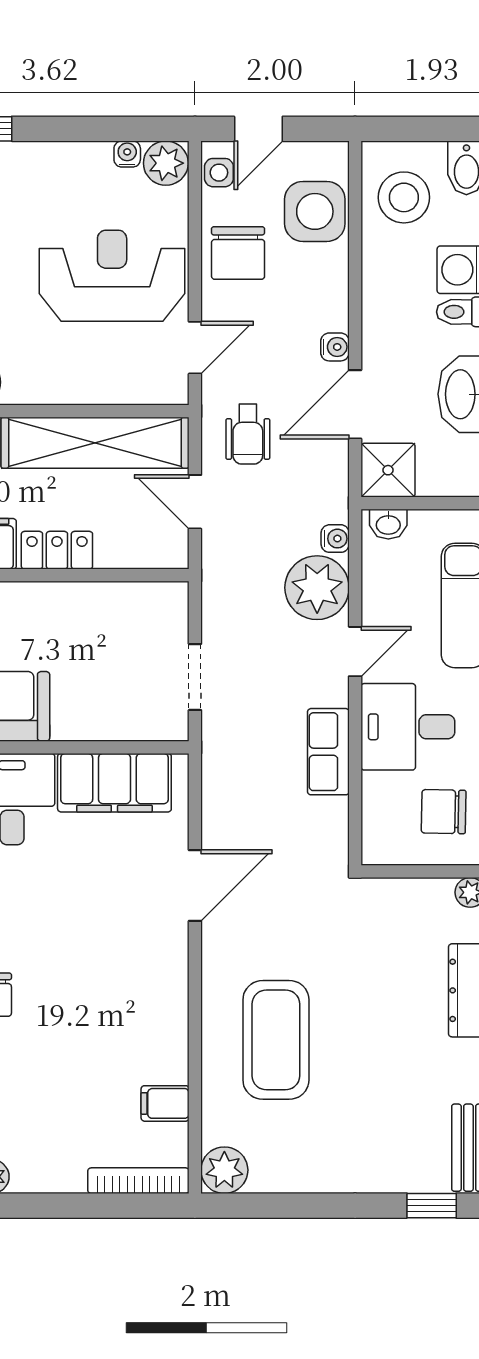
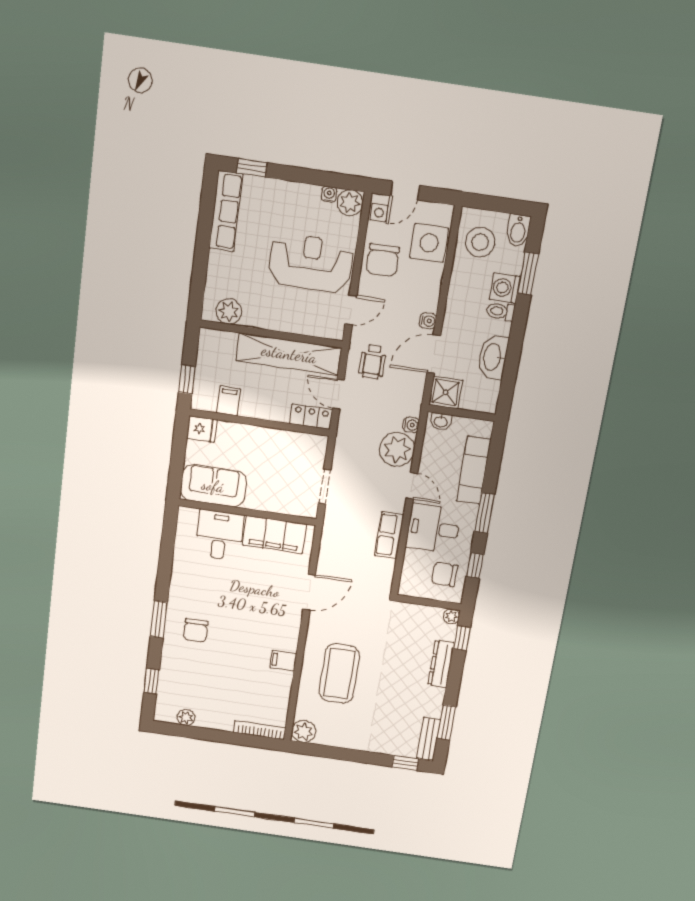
locker: (57, 550) -> (311, 417), moved
door: (355, 652) -> (412, 486), hinge flipped
filing cabinet: (165, 1103) -> (283, 661), moved

